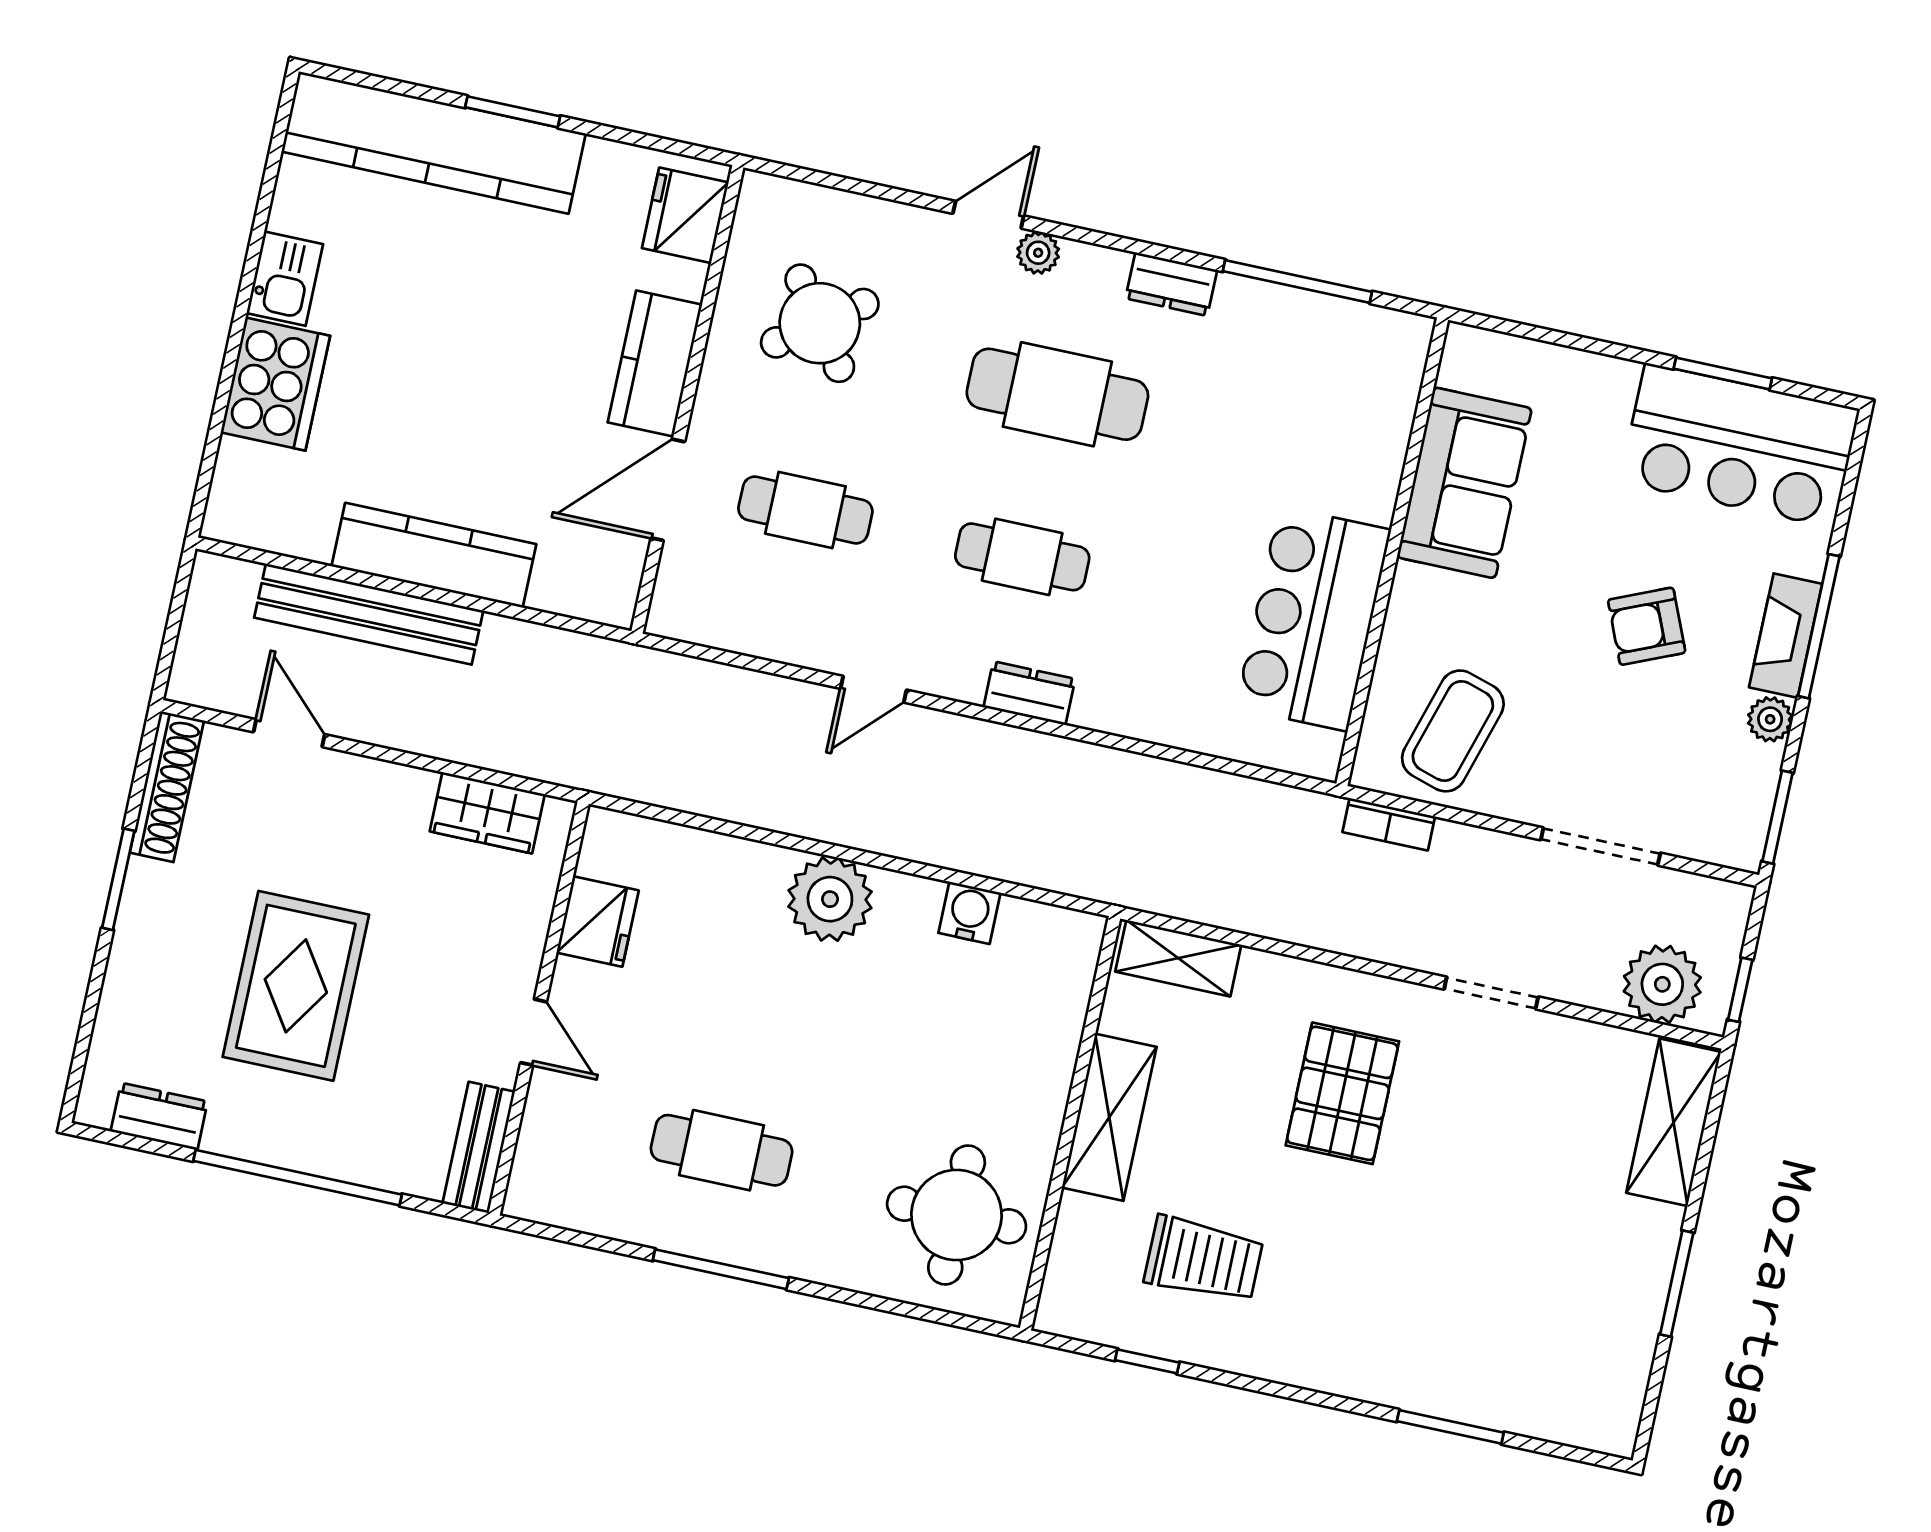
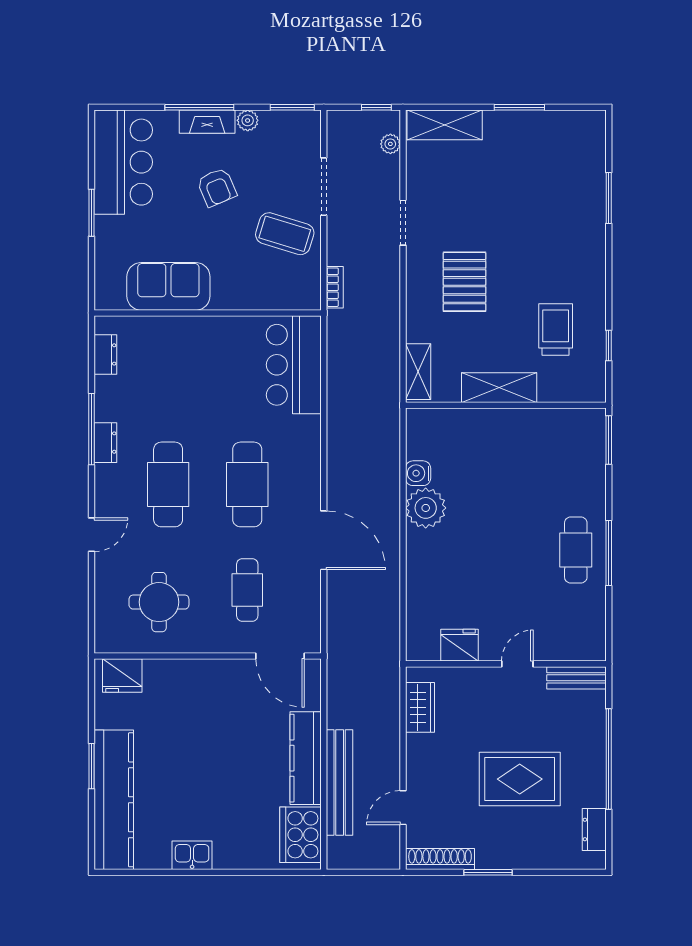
door: (988, 215) -> (92, 535), swing flipped
plant: (1038, 253) -> (104, 508), removed
window: (1297, 282) -> (92, 429), moved
round table: (820, 323) -> (159, 602), turned 36
kitchen counter: (655, 364) -> (194, 675), removed
window: (1723, 373) -> (92, 213), moved
cooker: (275, 384) -> (300, 835), moved, turned -90
door: (668, 490) -> (280, 656), moved
cafe table: (1022, 557) -> (247, 484), width x1.37, depth x1.35
bar counter: (1313, 619) -> (294, 365), moved, turned 90
door: (874, 689) -> (324, 540), width x1.87
dresser: (1029, 693) -> (105, 354), moved, turned 180
coffee table: (1453, 731) -> (285, 234), moved
plant: (830, 899) -> (426, 508), moved
plant: (1662, 984) -> (390, 144), width x0.53, depth x0.53
pallet: (1342, 1093) -> (464, 282), turned 90
cafe table: (722, 1150) -> (576, 550), moved
round table: (957, 1215) -> (560, 449), removed
window: (953, 1319) -> (609, 440), added

